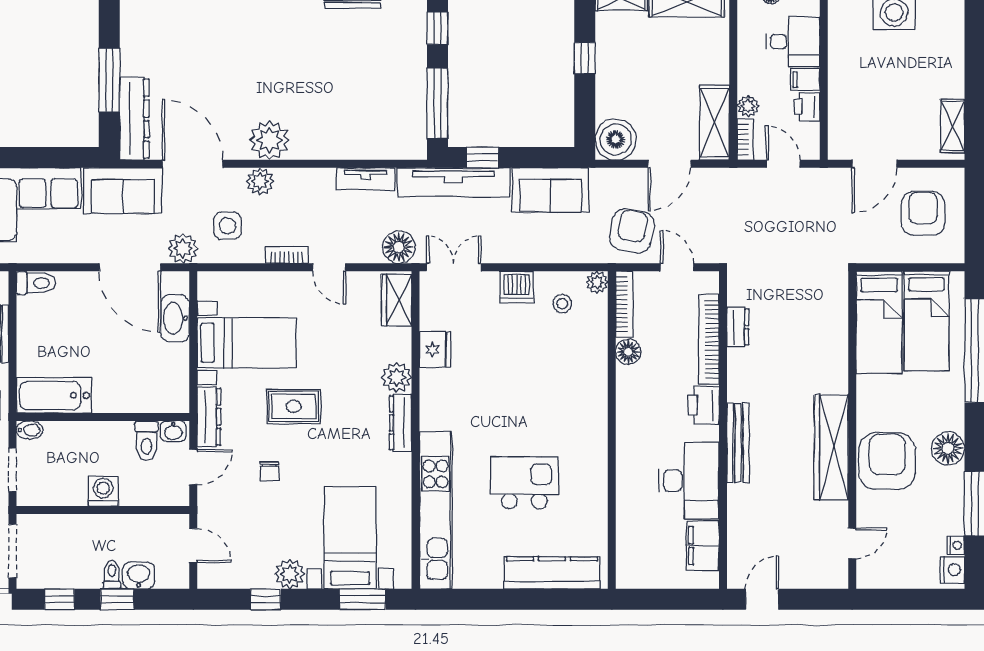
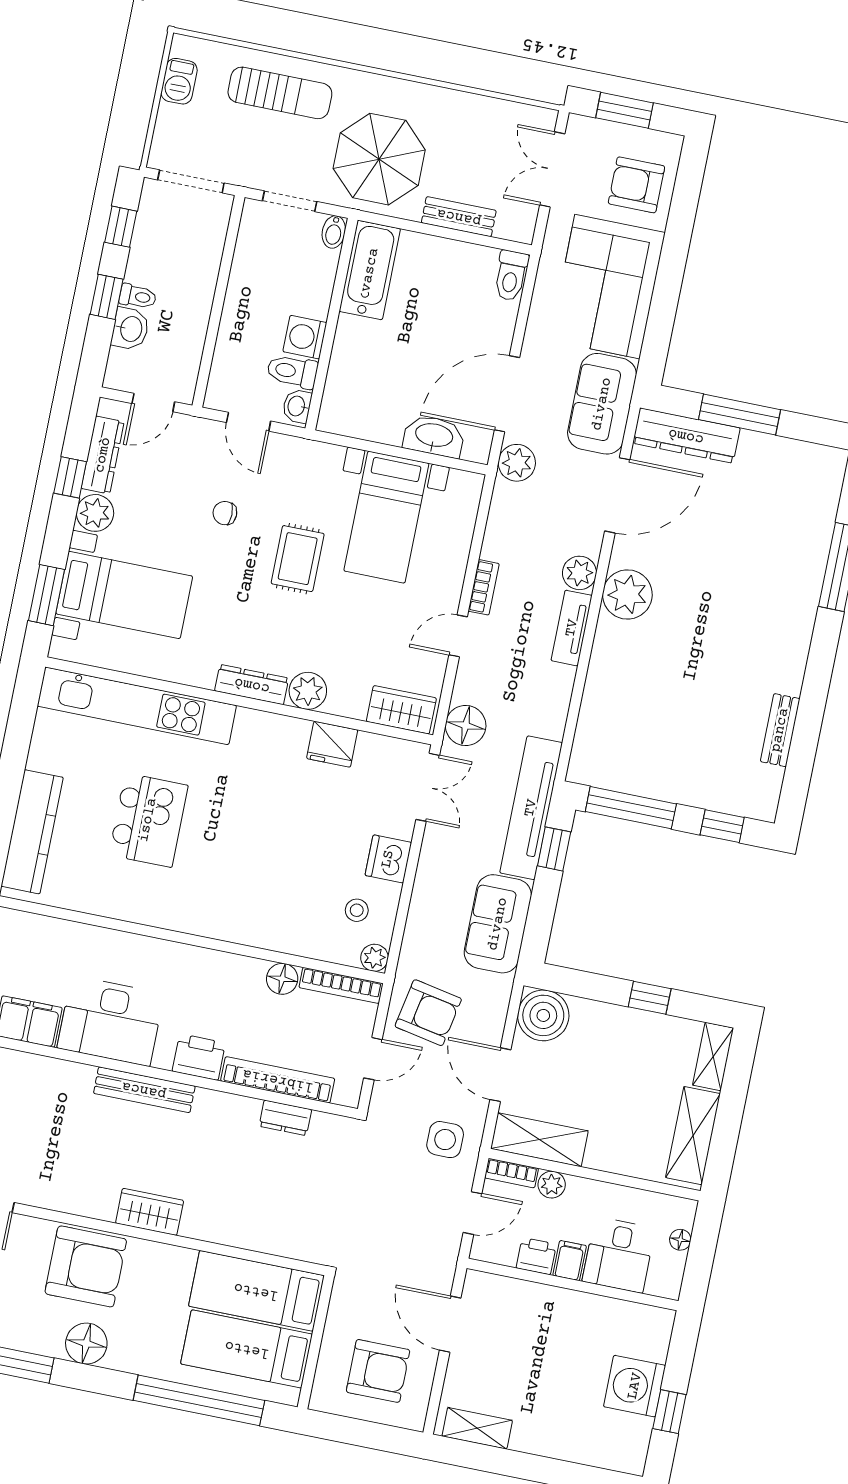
tv unit: (366, 179) -> (572, 628), moved
side table: (227, 226) -> (445, 1140), moved
dresser: (209, 417) -> (103, 455), moved, turned -90
wardrobe: (831, 447) -> (150, 1212), width x0.48, depth x0.85
washing machine: (103, 491) -> (305, 337), moved, turned 180

